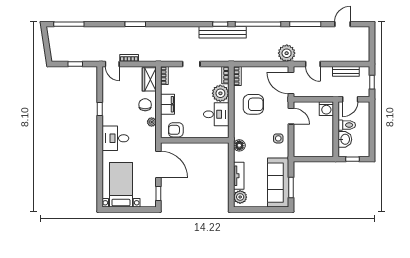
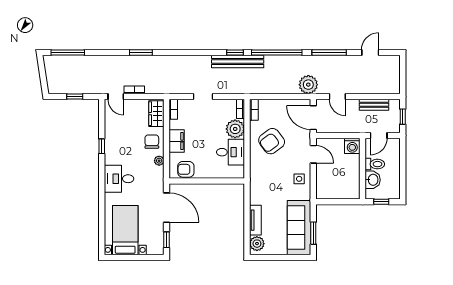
armchair: (253, 104) -> (272, 141), turned 143
floor lamp: (239, 145) -> (256, 187), removed

